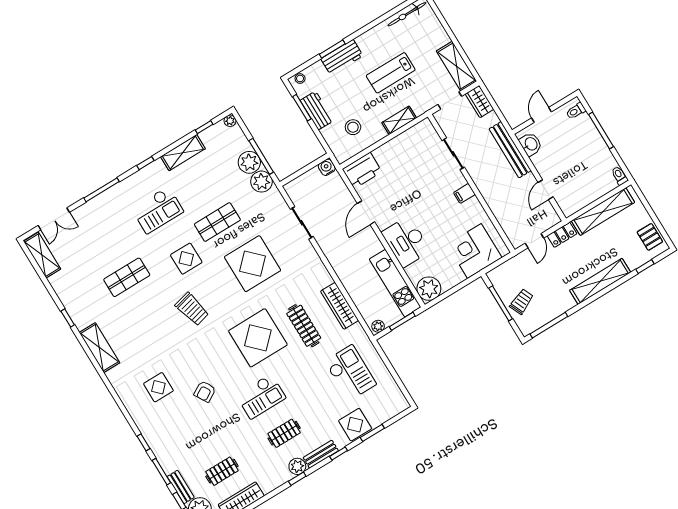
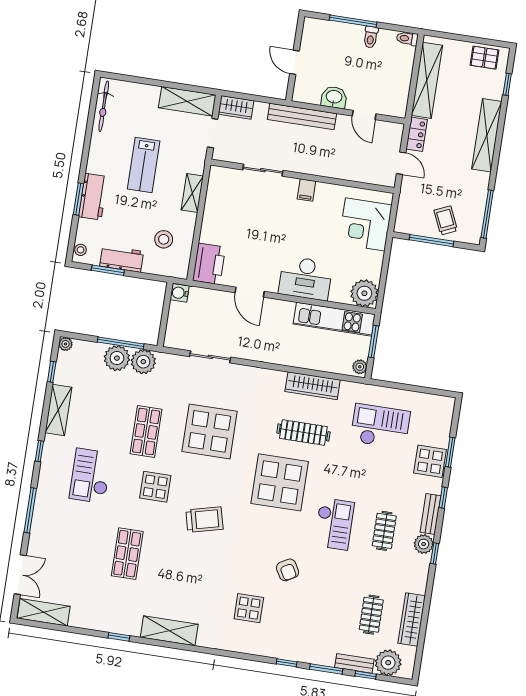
toilet: (576, 111) -> (371, 37), moved
washbasin: (531, 144) -> (334, 97), moved
checkout: (158, 210) -> (90, 476), turned 180

